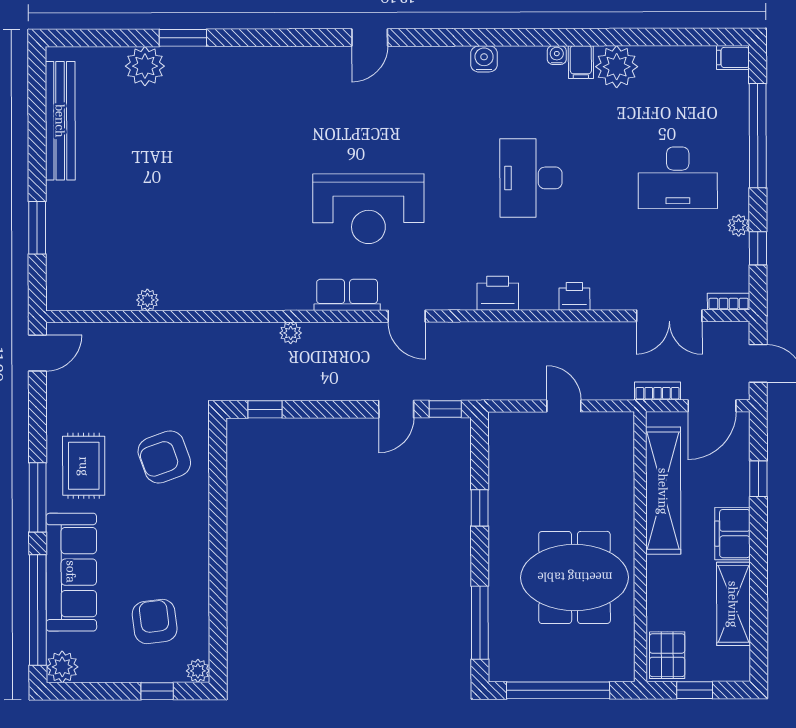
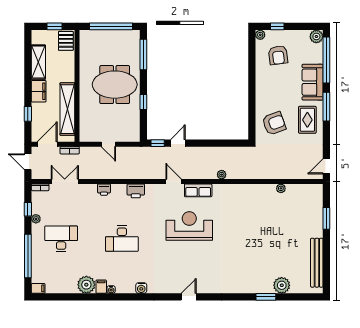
desk: (531, 178) -> (122, 239), turned 90
window: (265, 409) -> (232, 143), removed
sofa: (71, 572) -> (313, 82), width x0.73
meeting table: (575, 577) -> (115, 85), moved

